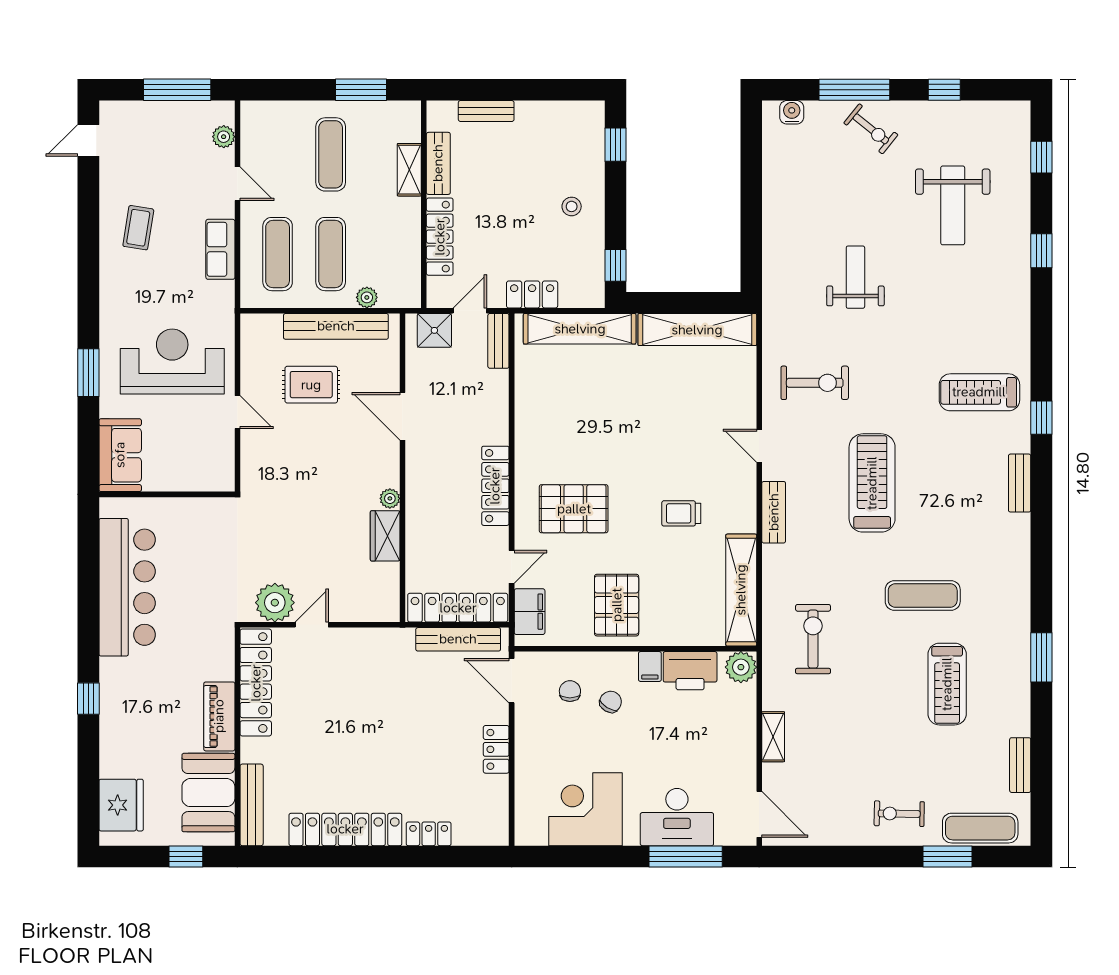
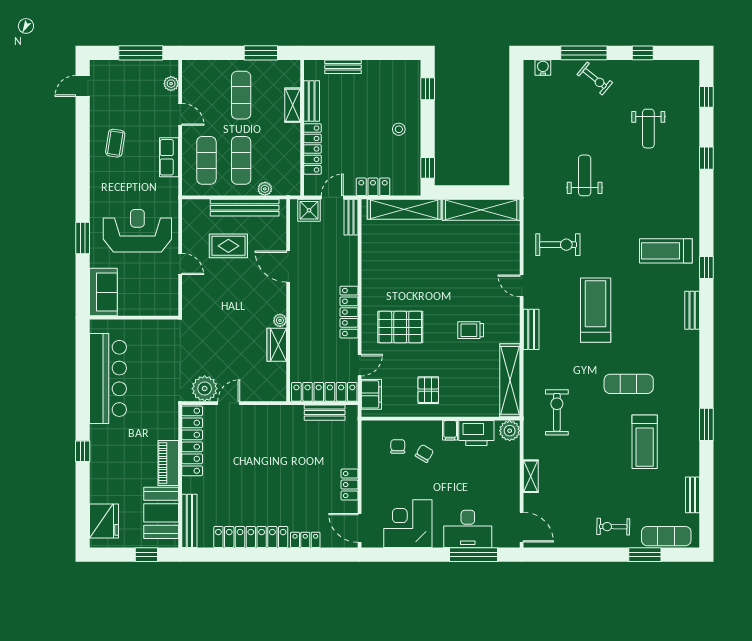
weight bench: (953, 205) -> (648, 129), width x0.73, depth x0.75
pallet: (617, 605) -> (428, 390), width x0.67, depth x0.71
bench: (458, 639) -> (325, 413), width x0.73
door: (512, 681) -> (360, 528), moved

